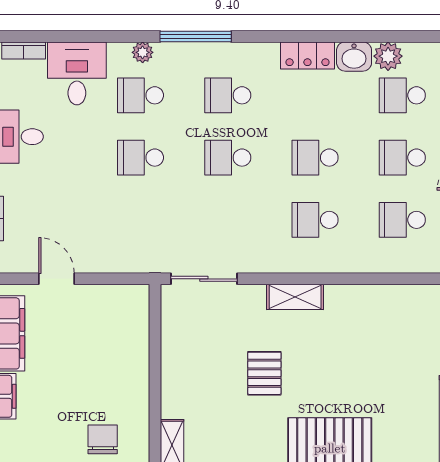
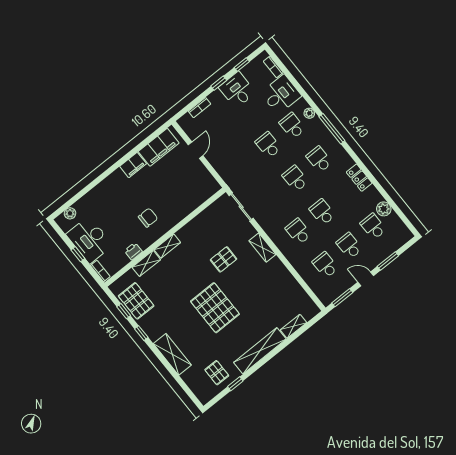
washbasin: (354, 57) -> (373, 196), removed

